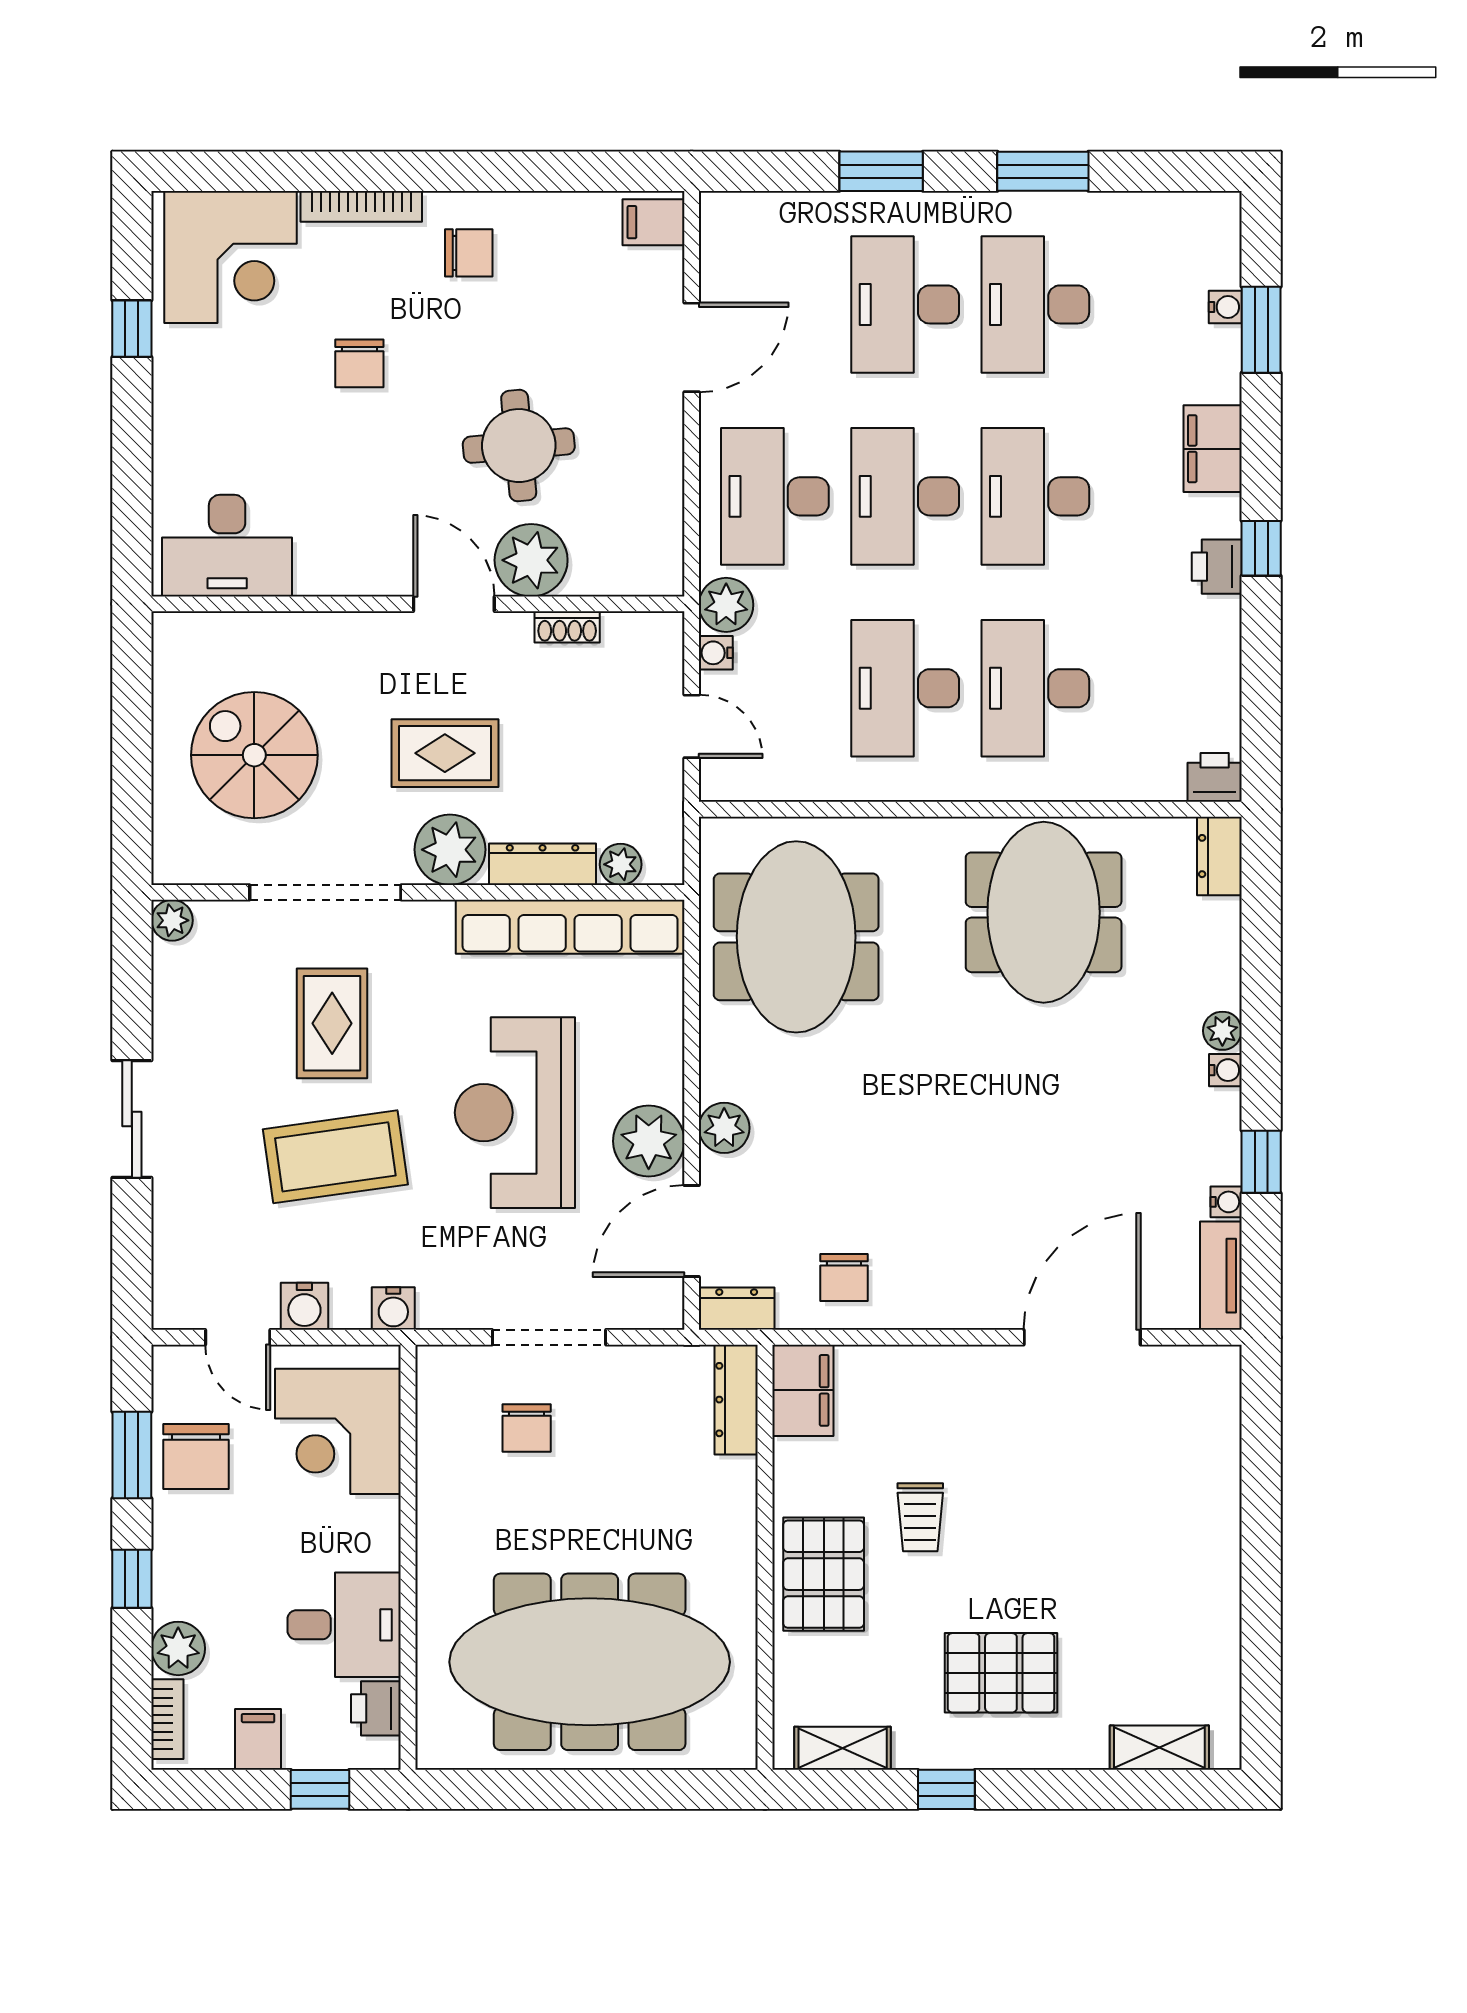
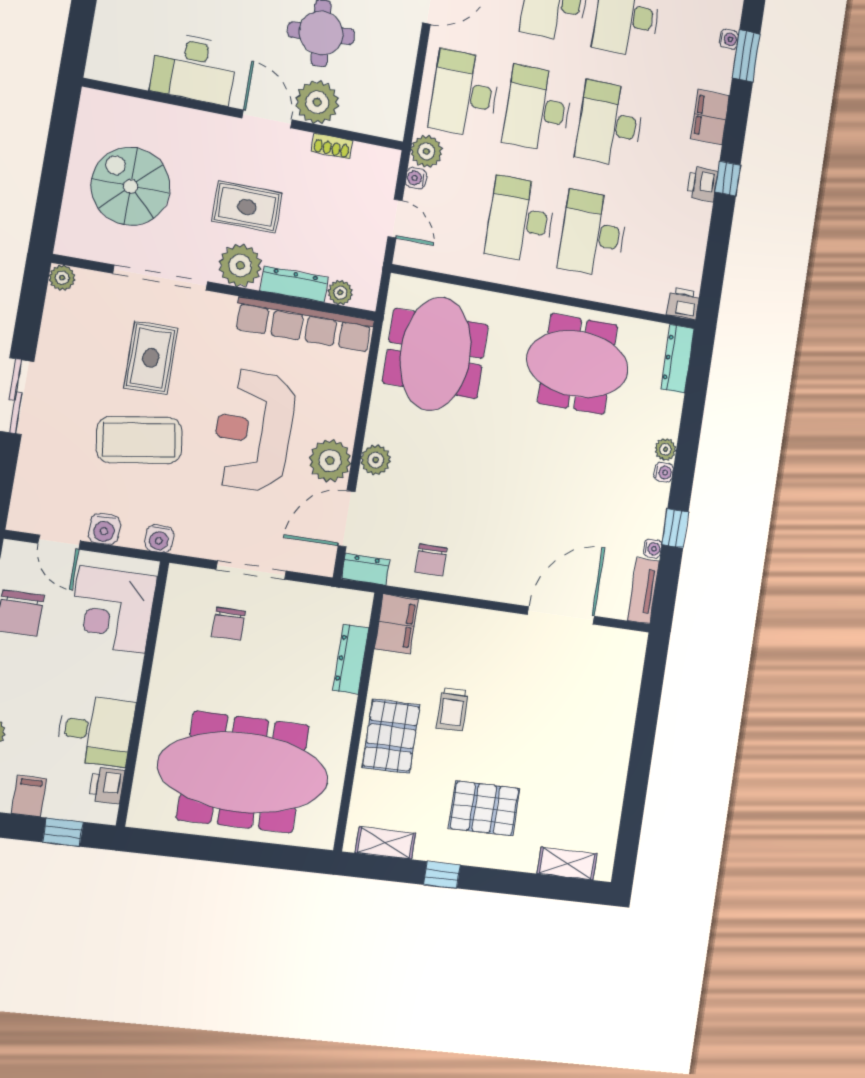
desk: (227, 546) -> (194, 68), moved
dresser: (1219, 856) -> (678, 359), width x1.44
meeting table: (1044, 912) -> (578, 364), turned 90
dresser: (736, 1400) -> (351, 659), moved

